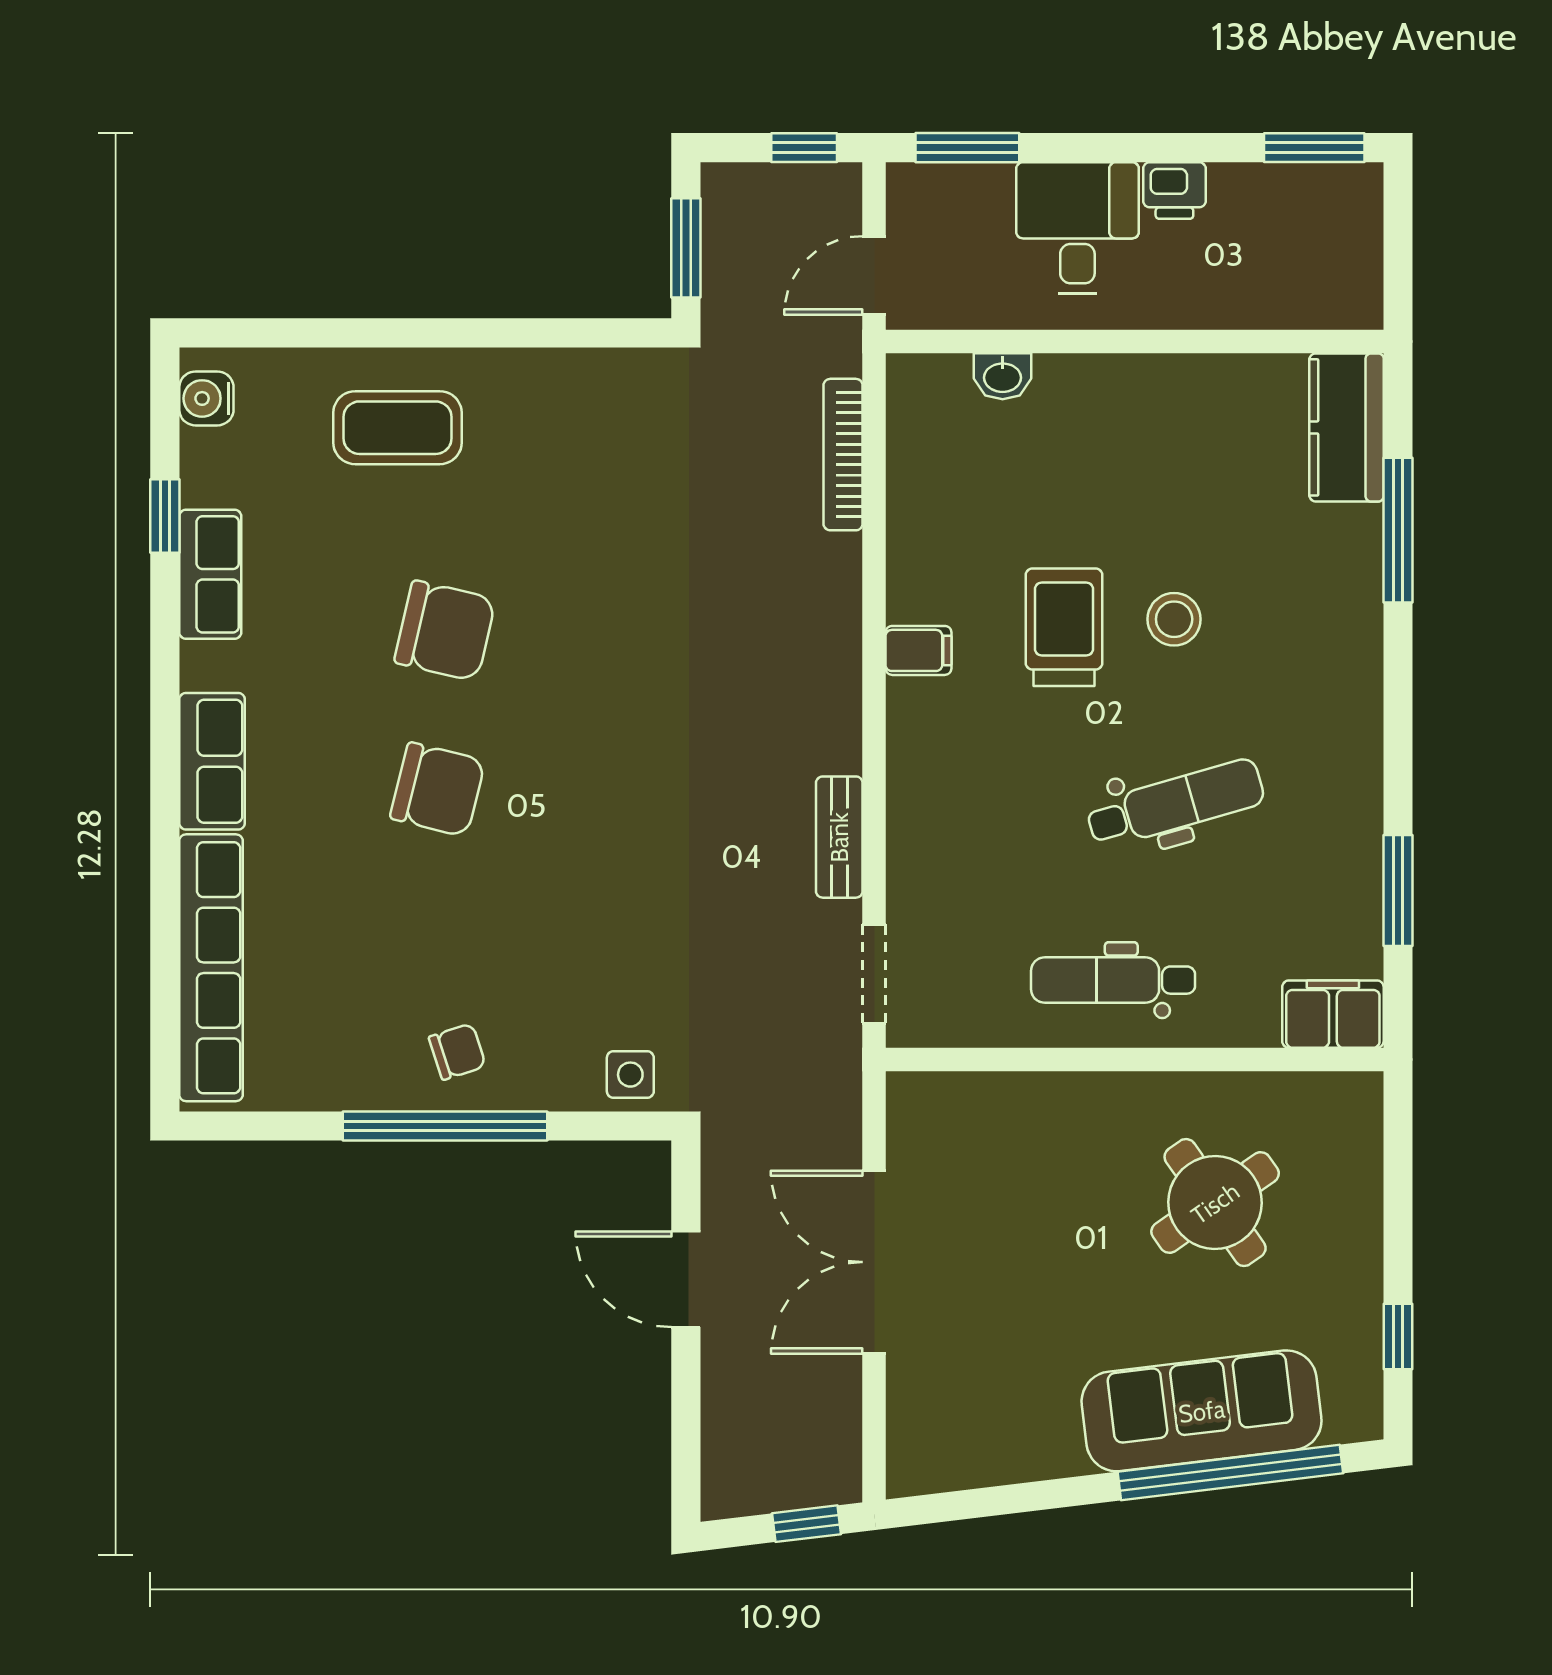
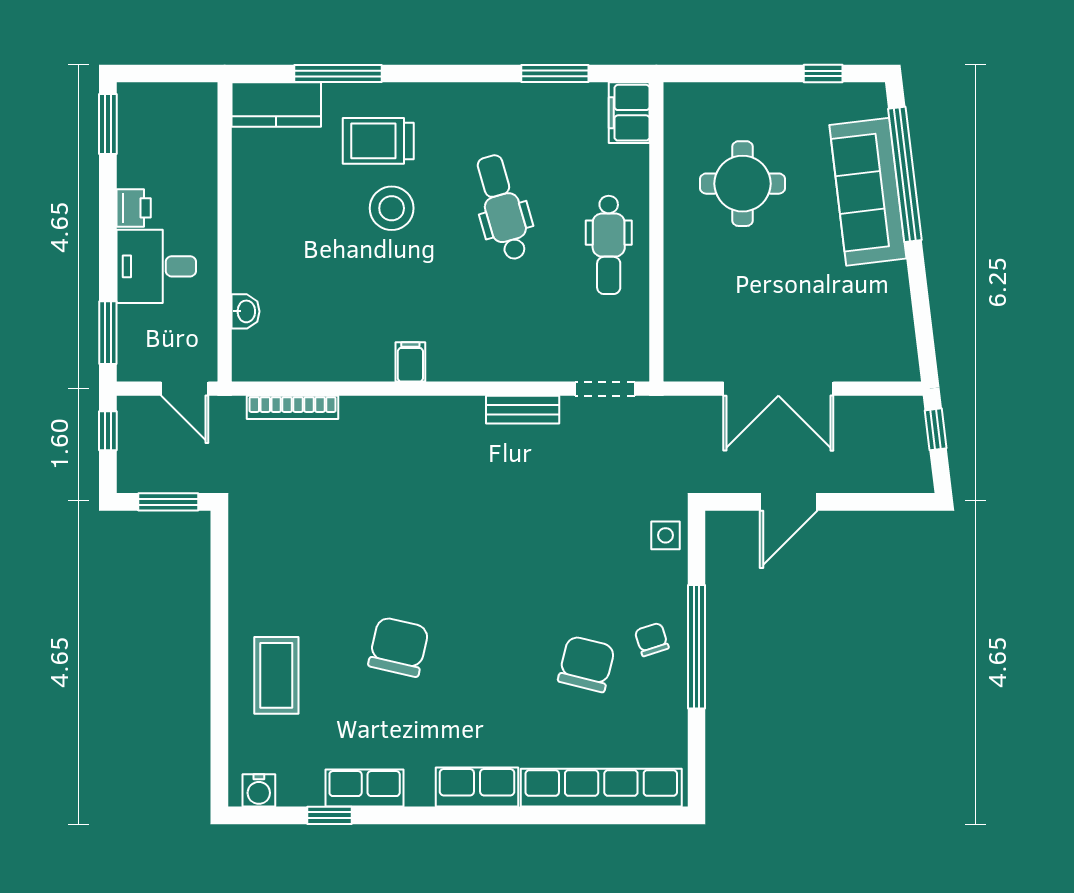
stool: (1174, 619) -> (392, 208), width x1.38, depth x1.38
trolley: (1064, 627) -> (378, 141), moved
chair: (438, 789) -> (586, 664), moved
round table: (1215, 1203) -> (742, 184), turned 35

